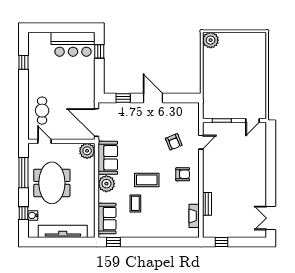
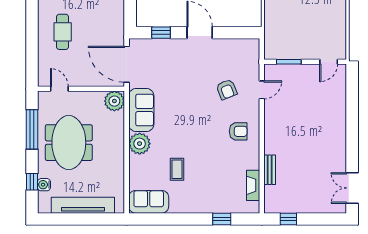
cafe table: (42, 111) -> (63, 32), moved
coffee table: (147, 180) -> (192, 139), removed
sofa: (107, 219) -> (149, 202), moved, turned -90
window: (113, 242) -> (222, 219), moved

